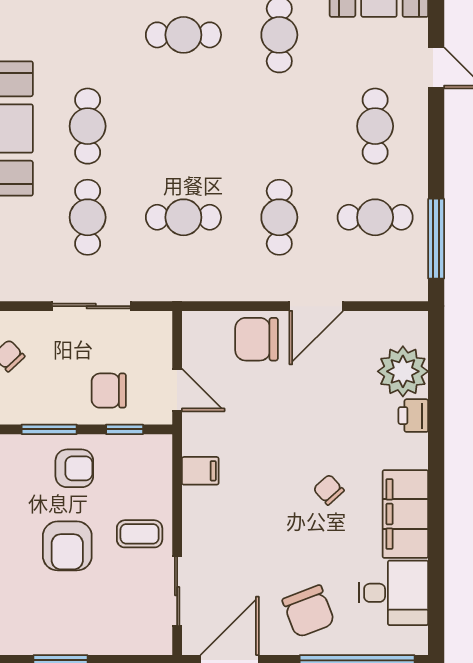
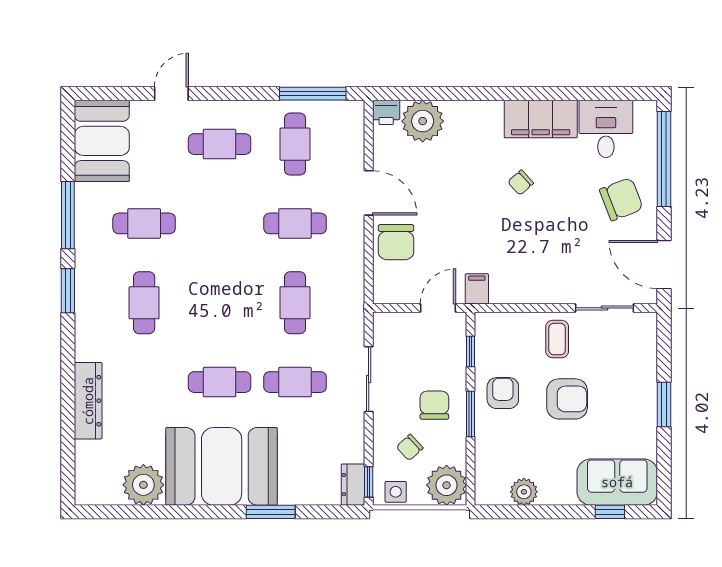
chair: (109, 391) -> (434, 405), moved, turned 180
printer: (413, 416) -> (386, 112), moved
filing cabinet: (200, 471) -> (477, 289), moved

